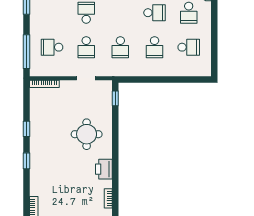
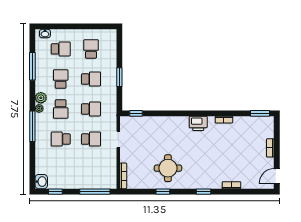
school desk: (52, 47) -> (61, 109), moved
window: (157, 79) -> (119, 77), added
round table: (87, 134) -> (168, 168), moved
window: (26, 161) -> (203, 192), moved

